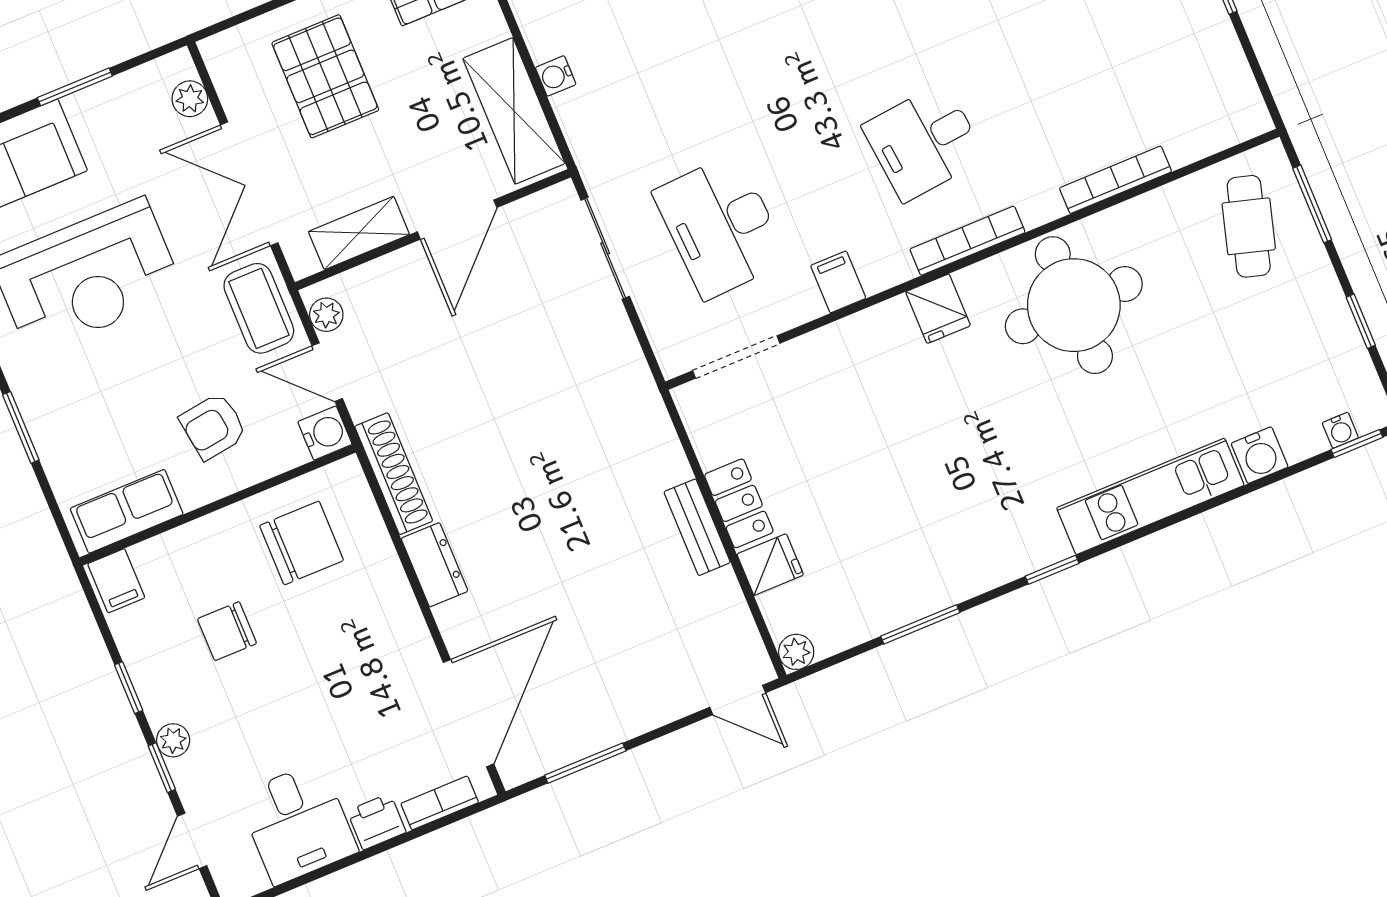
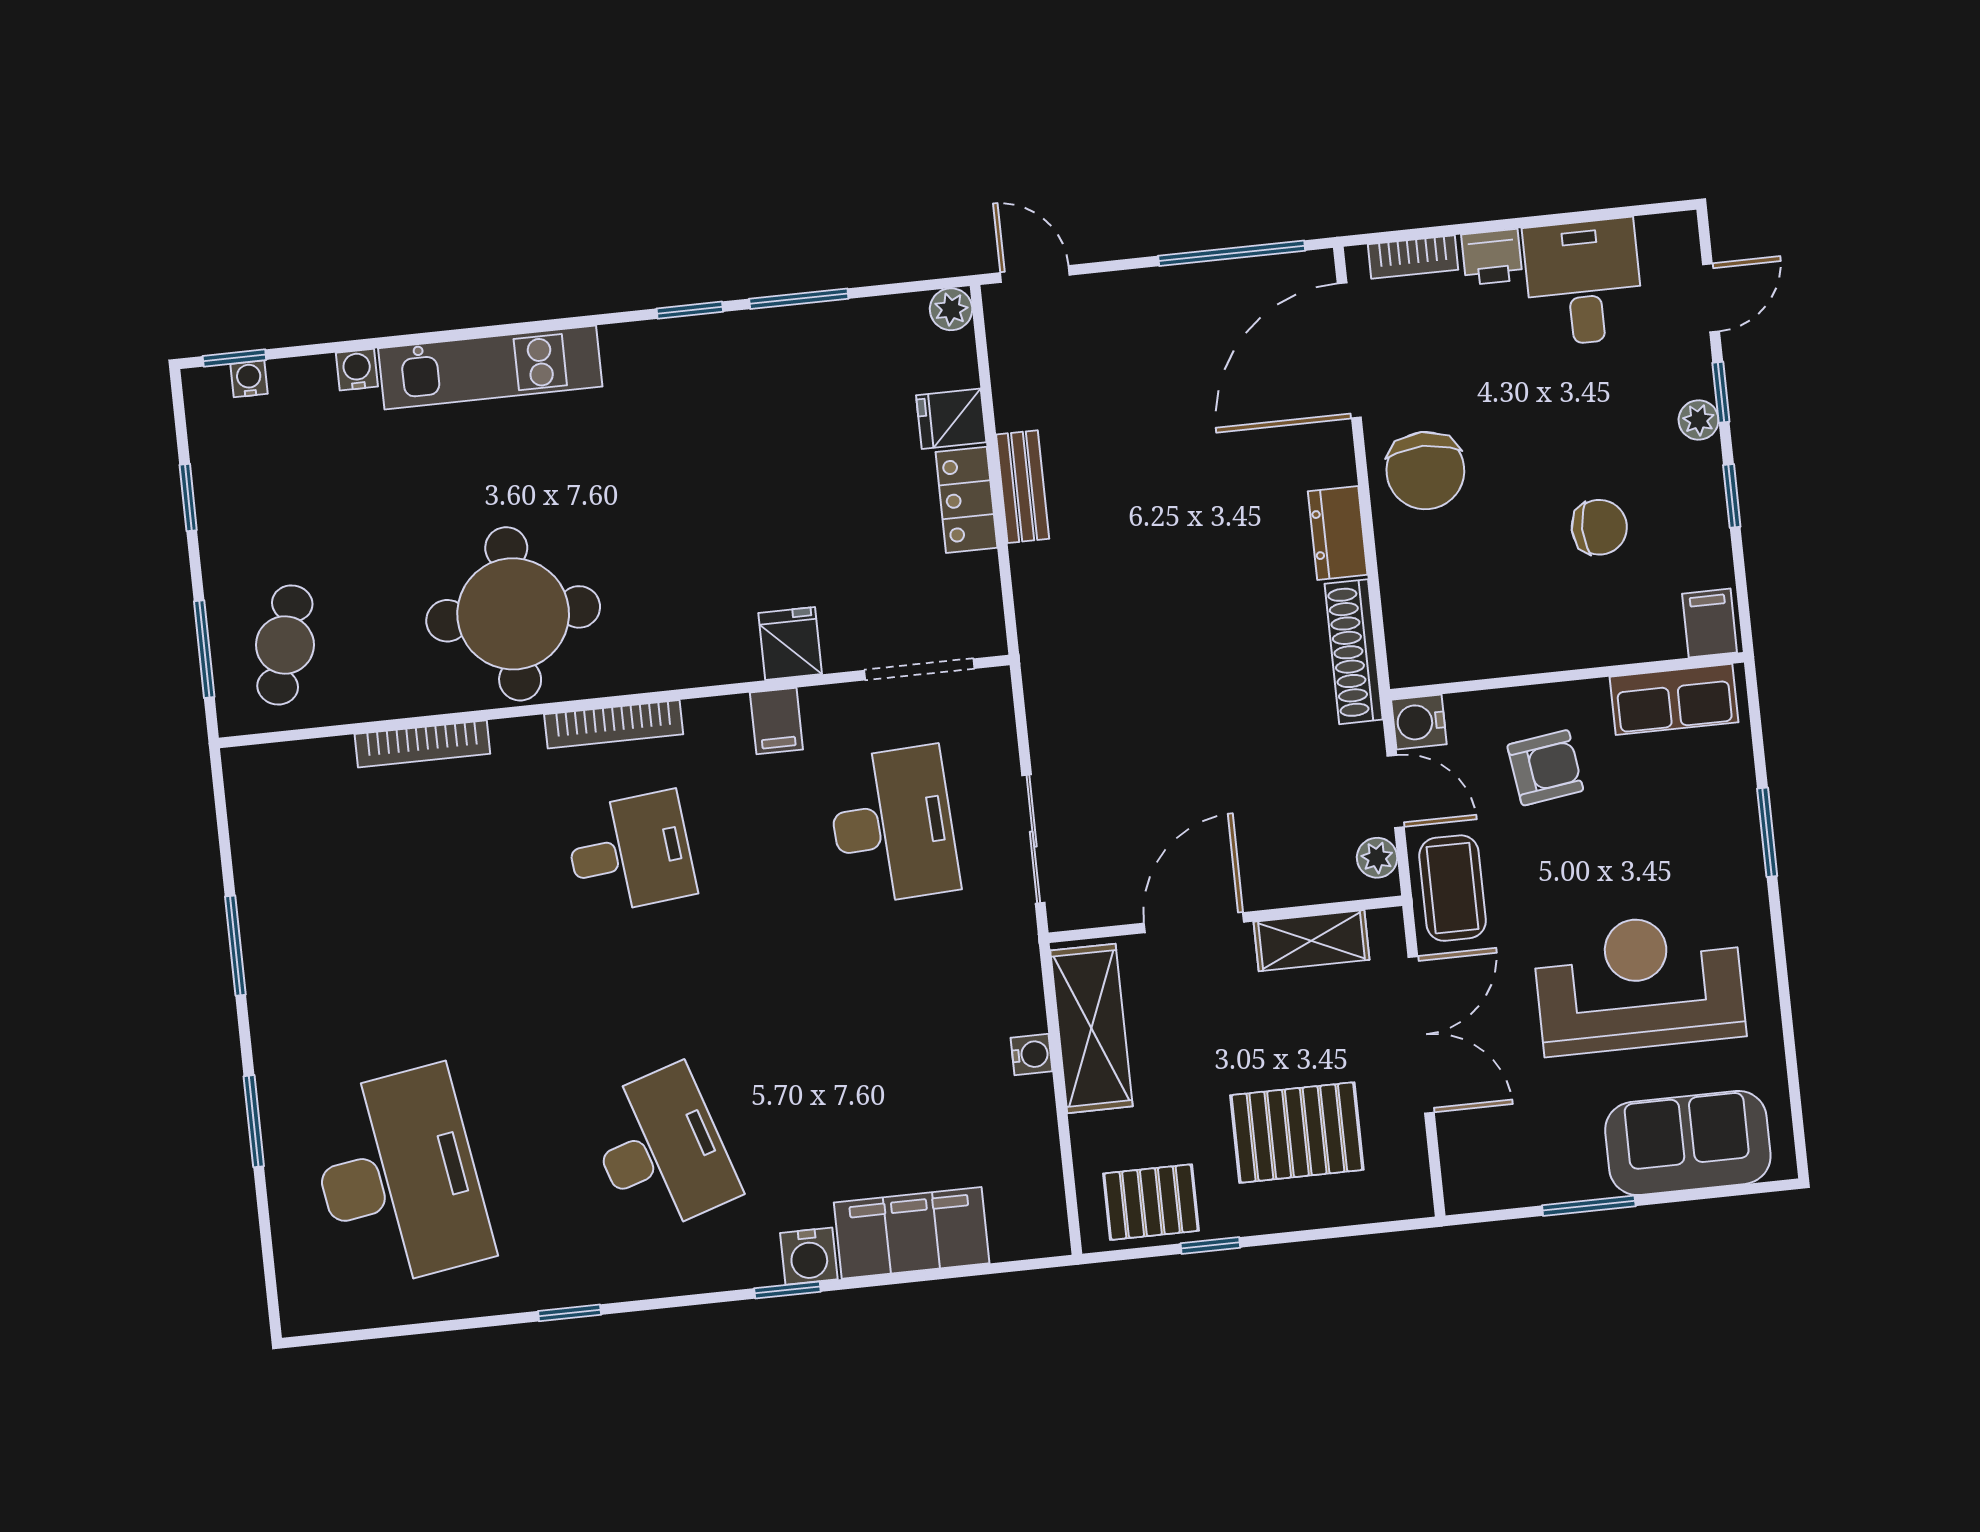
pallet: (325, 76) -> (1297, 1133), turned 90
plant: (190, 99) -> (1460, 1153), removed
fridge: (938, 309) -> (790, 643), moved
water cooler: (1260, 455) -> (357, 370), width x0.72, depth x0.72
chair: (302, 543) -> (1425, 471), moved, turned -90
window: (1052, 570) -> (690, 310), moved
window: (585, 763) -> (1232, 253), width x1.44

